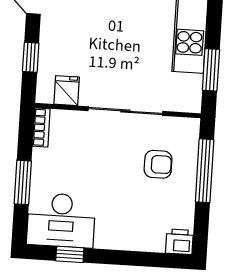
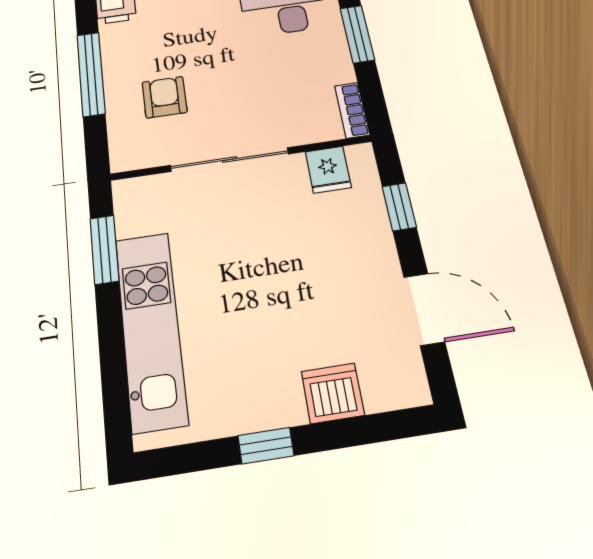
armchair: (158, 164) -> (165, 97), turned 90
window: (205, 171) -> (91, 74), moved

